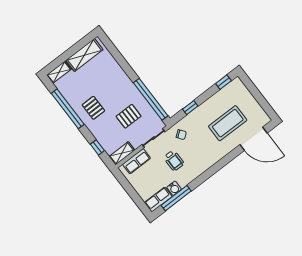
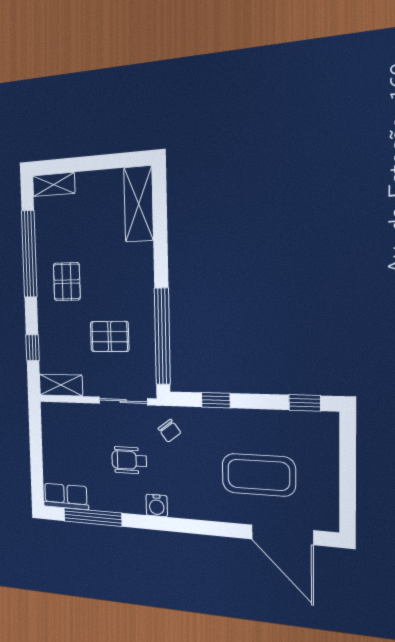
shelving: (84, 55) -> (139, 204), moved, turned 90
row of seats: (137, 161) -> (74, 415), removed
wheelchair: (174, 161) -> (129, 460), turned 90
water cooler: (174, 188) -> (157, 505), moved

